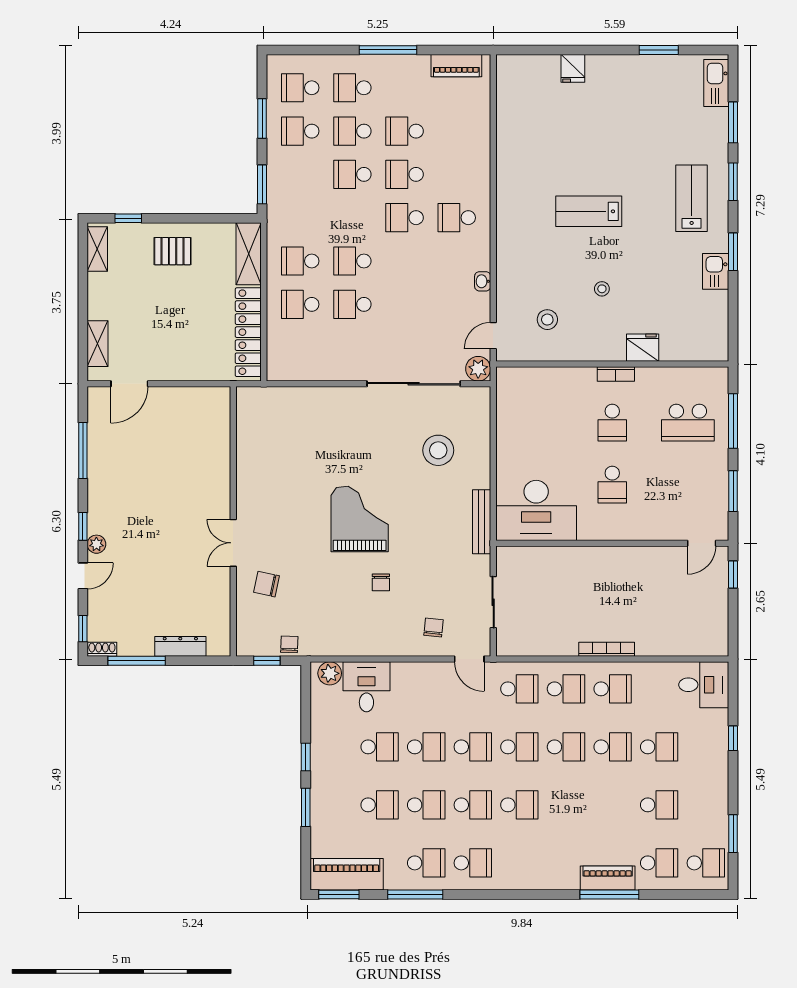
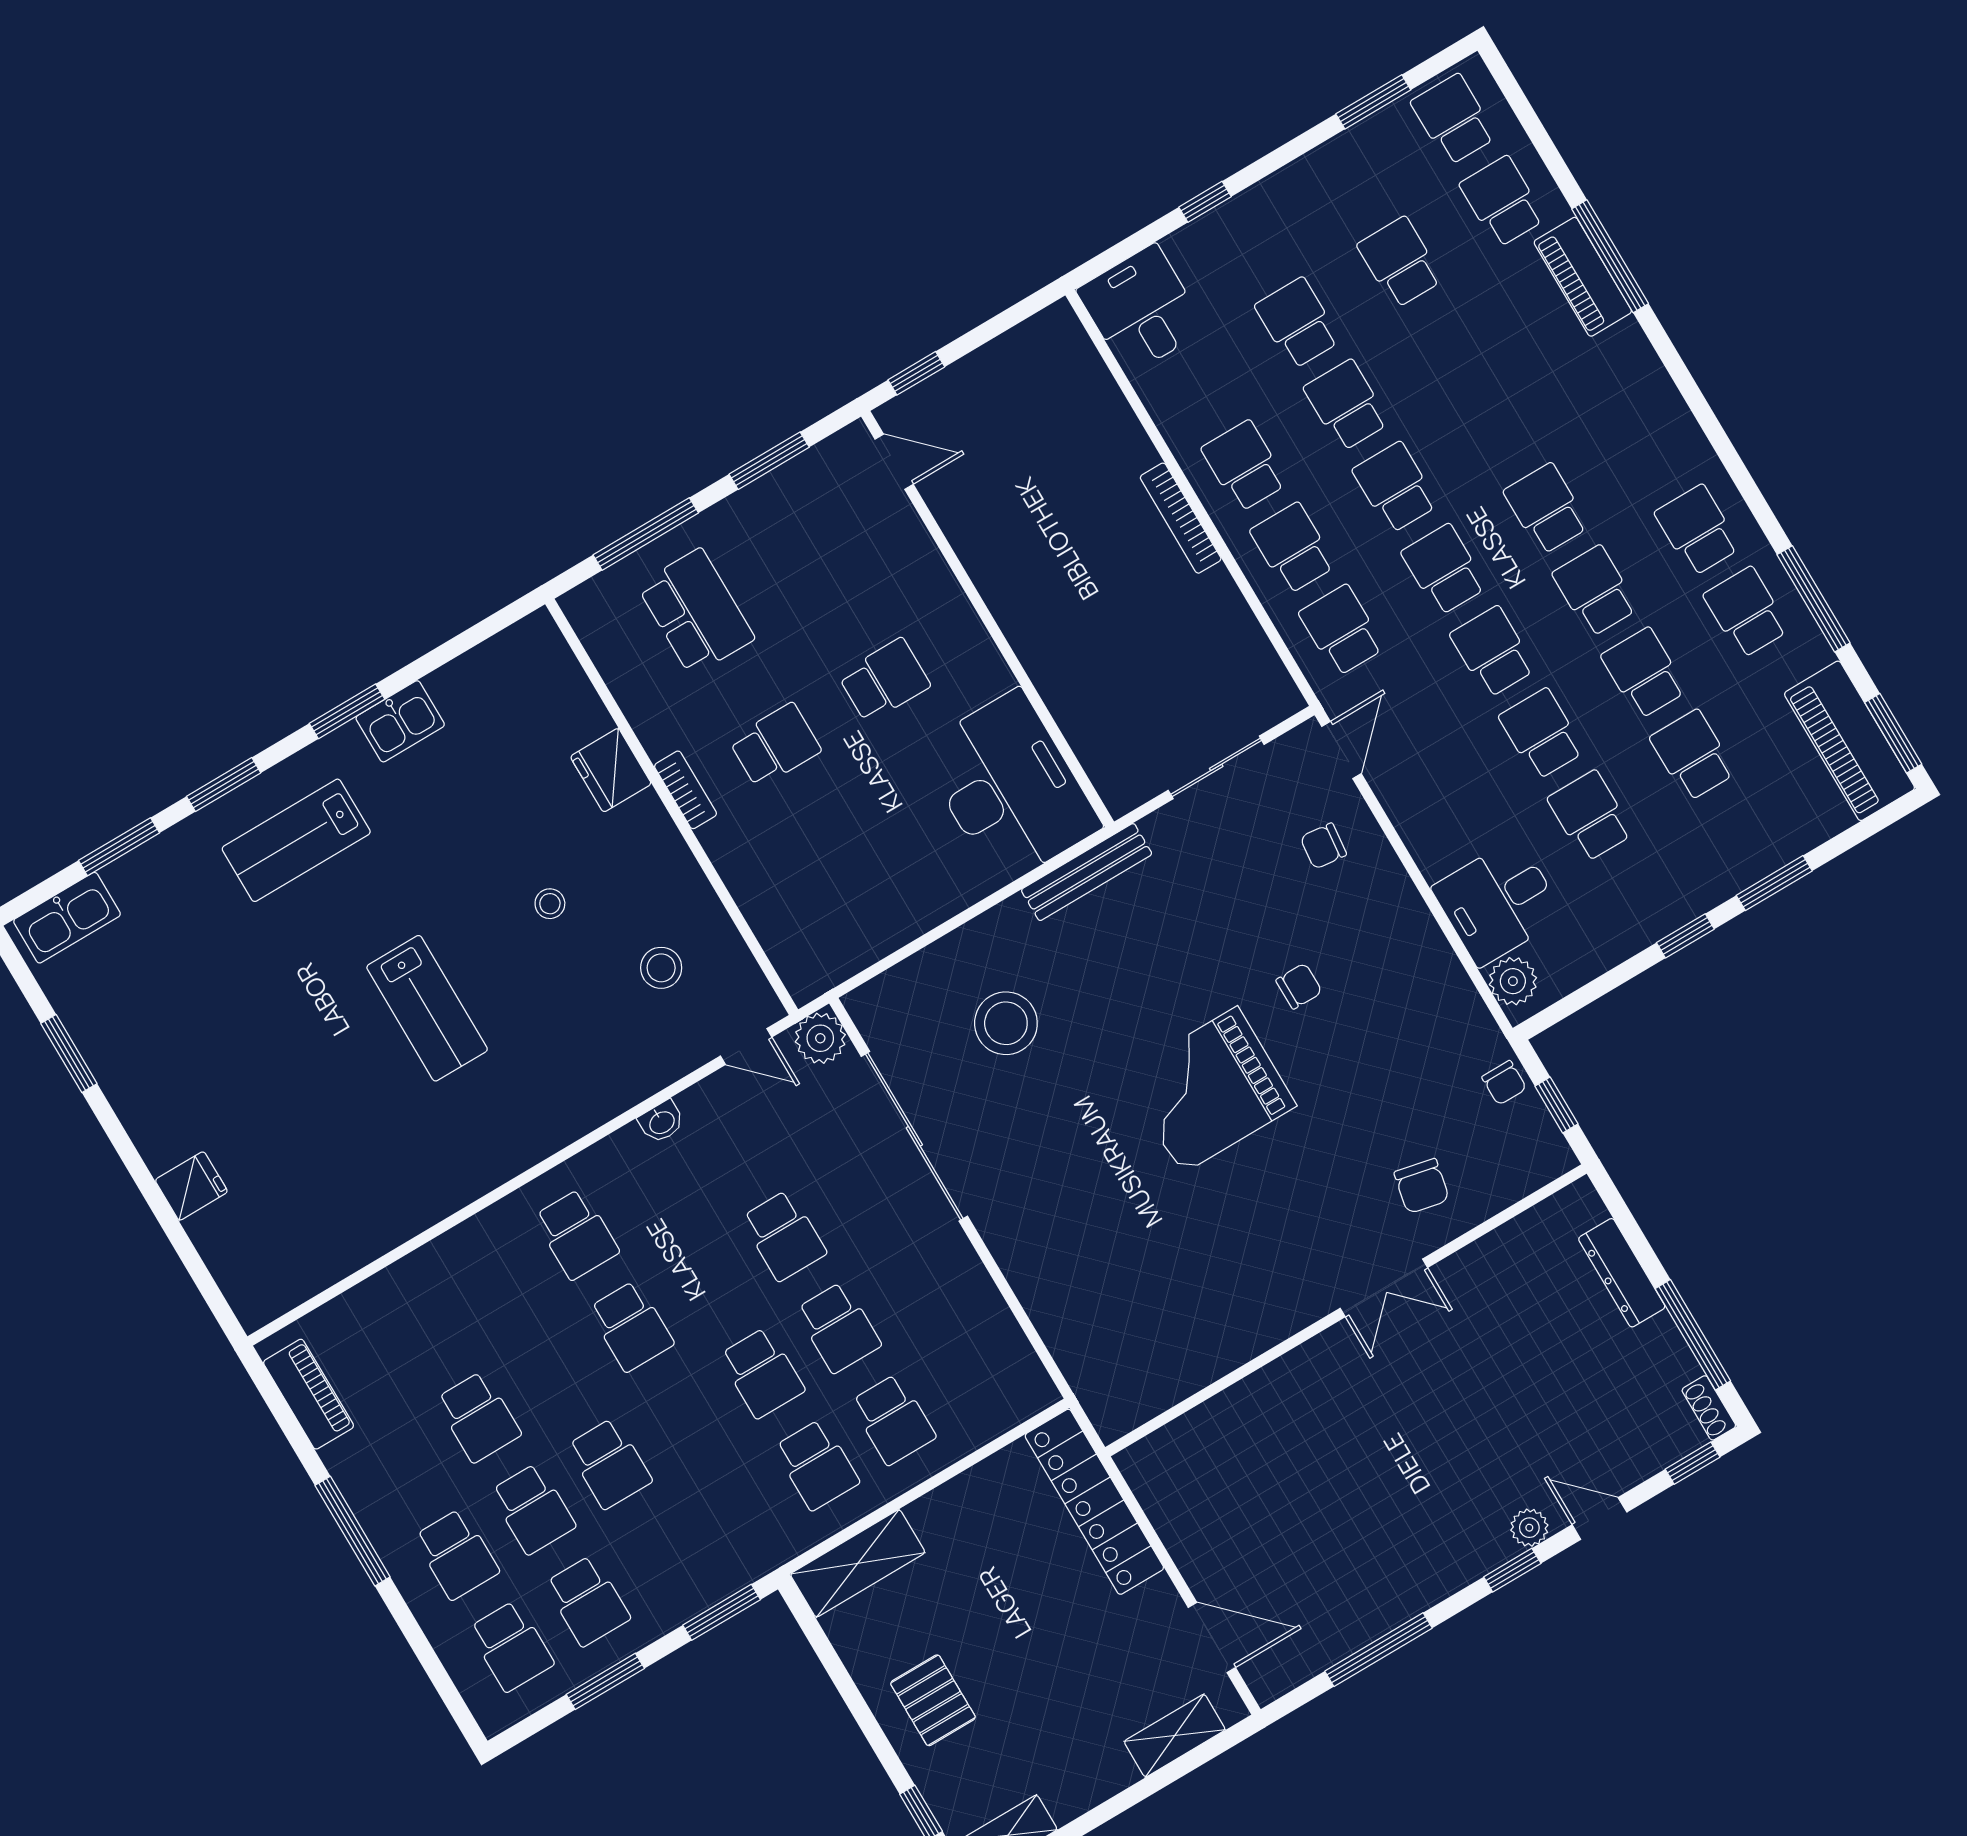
school desk: (405, 174) -> (784, 1235), moved
locker: (248, 332) -> (1094, 1502), moved, turned 90
chair: (289, 644) -> (1504, 1083), turned -92

